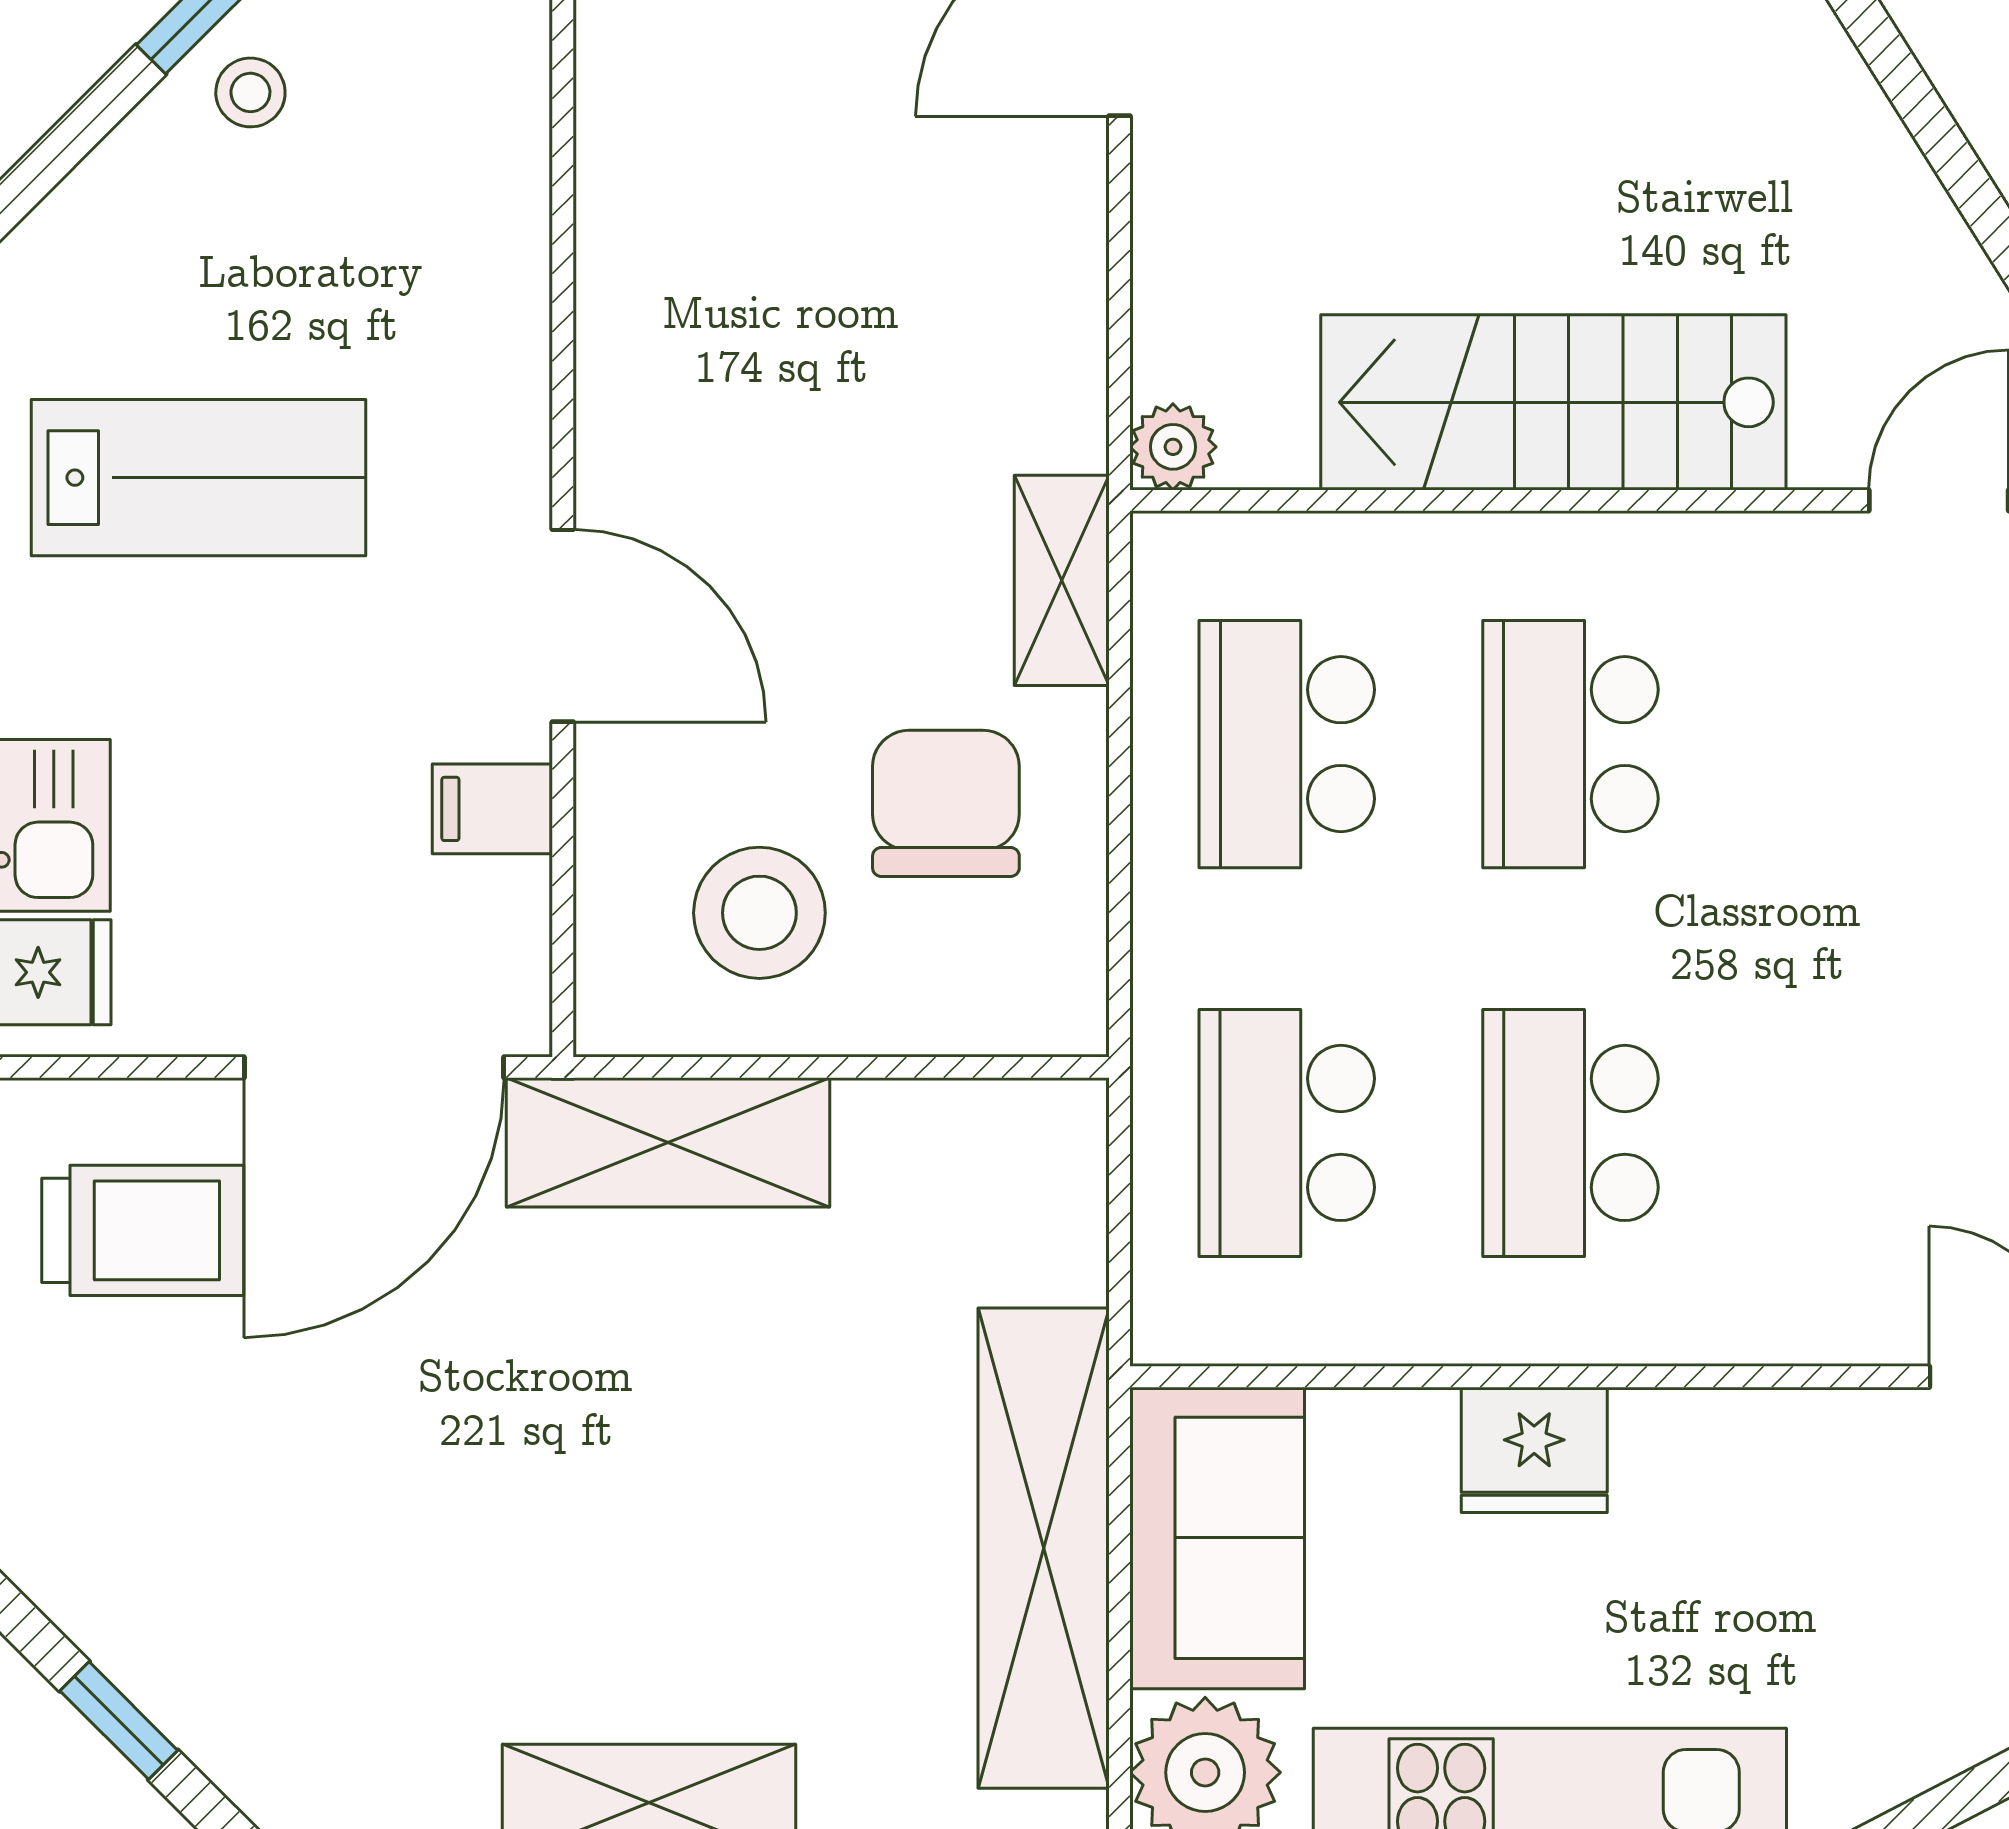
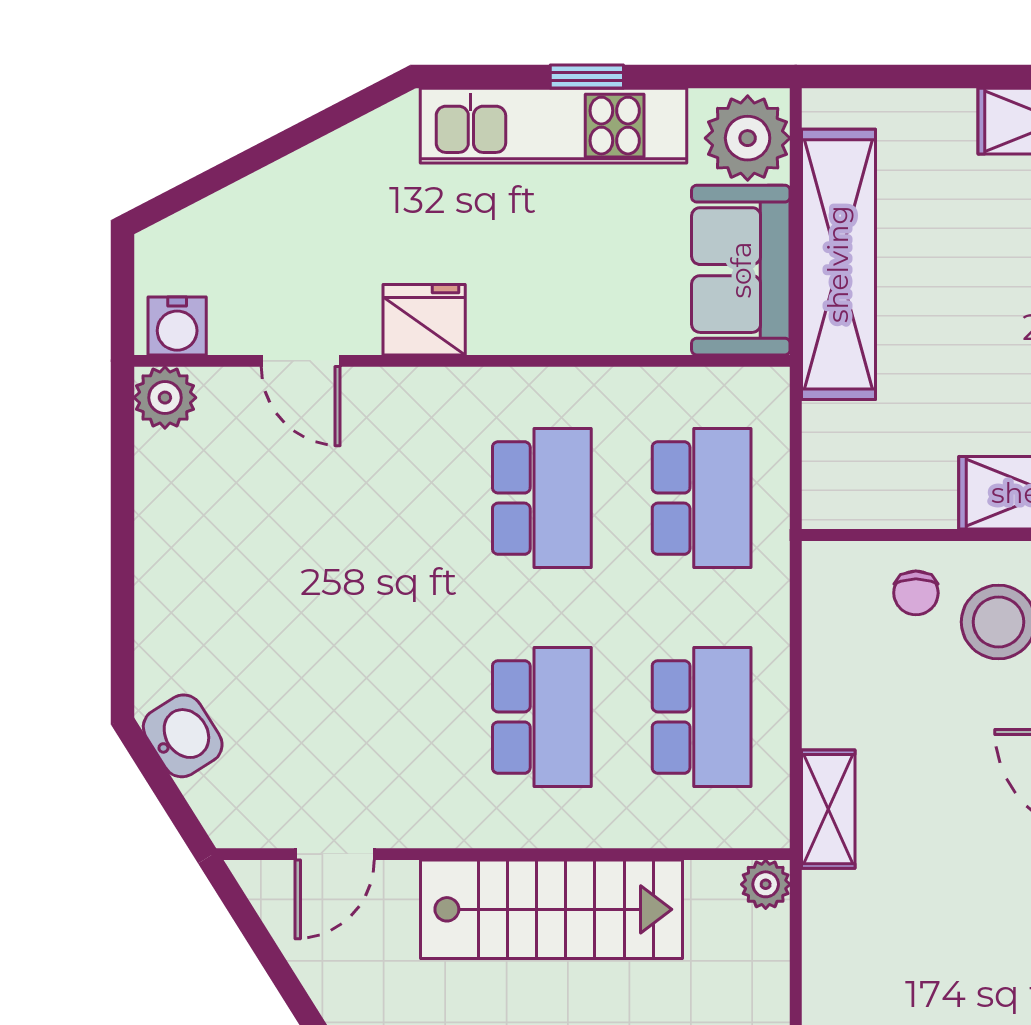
chair: (946, 803) -> (916, 593), moved, width x0.54, depth x0.54
fridge: (1534, 1450) -> (424, 320), moved

